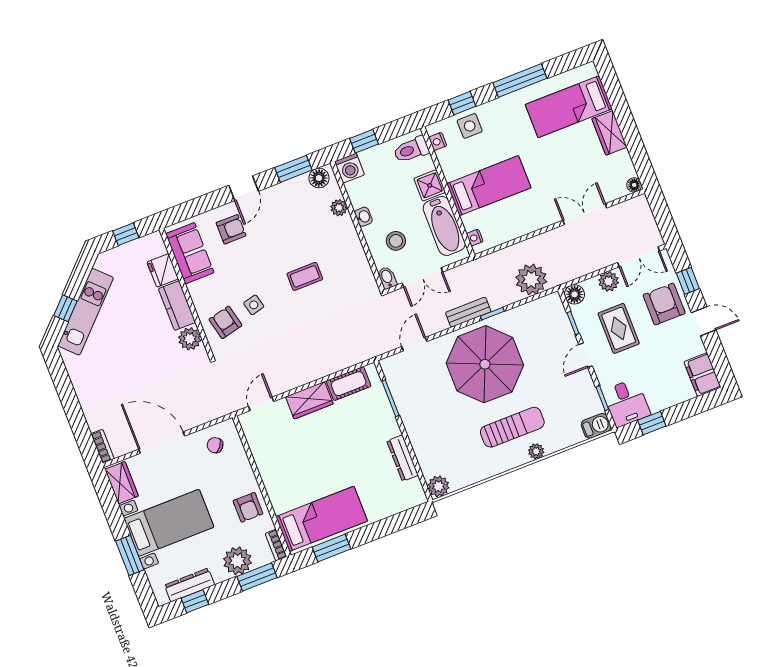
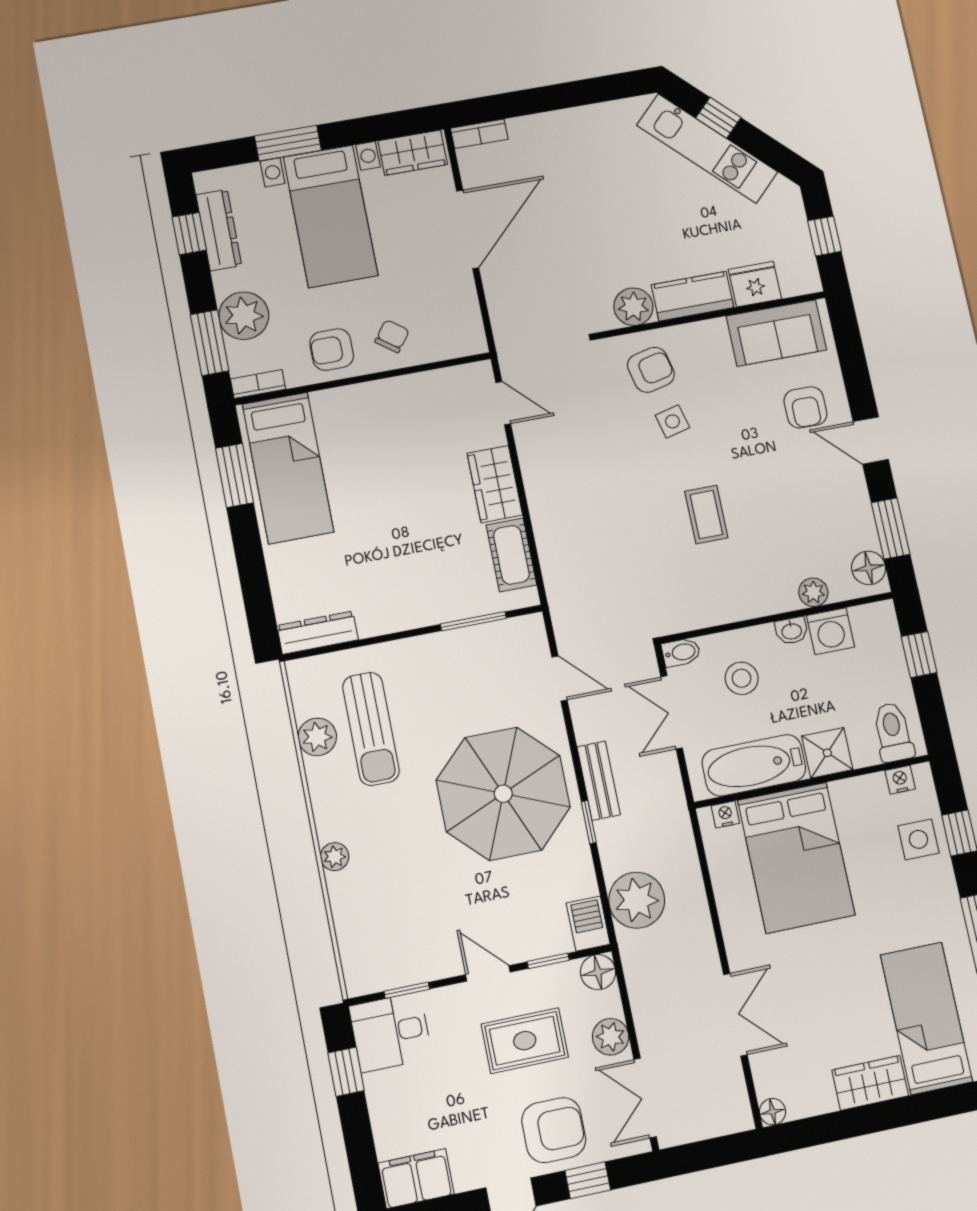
washing machine: (349, 168) -> (830, 631), moved, turned -90
bed: (489, 186) -> (796, 858), width x1.50
barbecue: (596, 426) -> (588, 924), moved, turned 180
sun lounger: (512, 427) -> (371, 729), moved
chair: (215, 445) -> (392, 336), moved
dresser: (402, 458) -> (318, 633), moved
plant: (438, 486) -> (317, 737), moved

